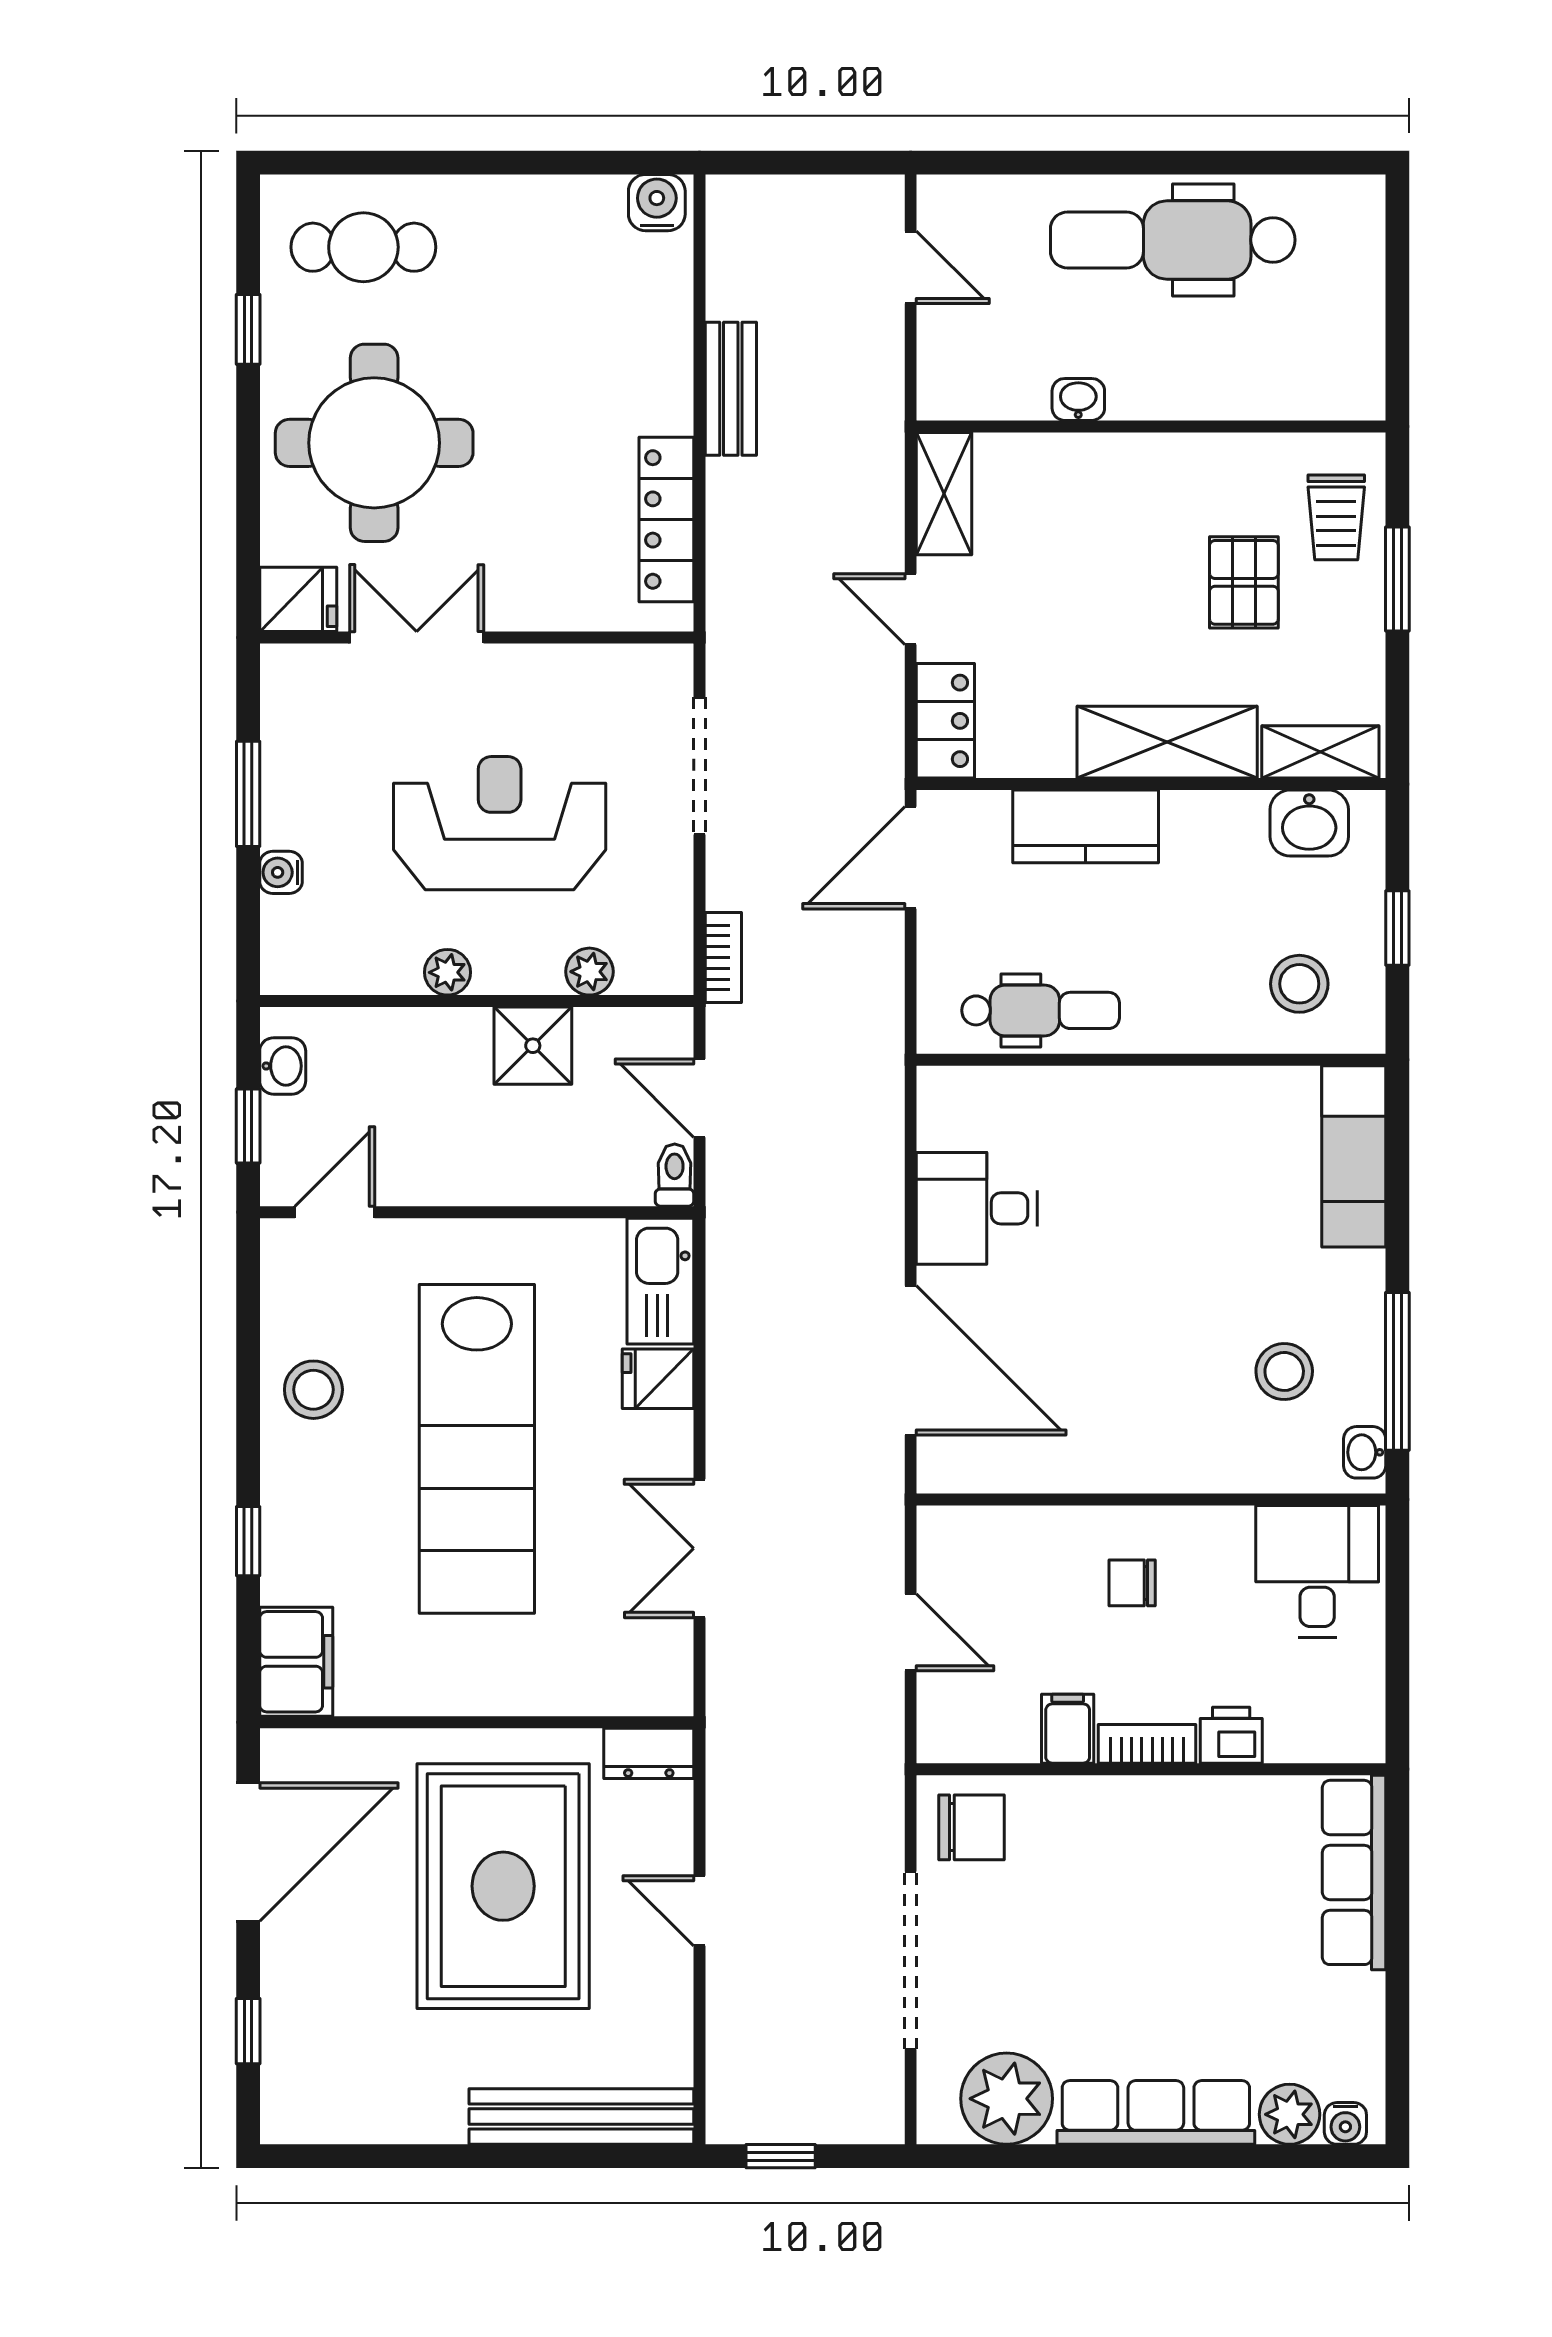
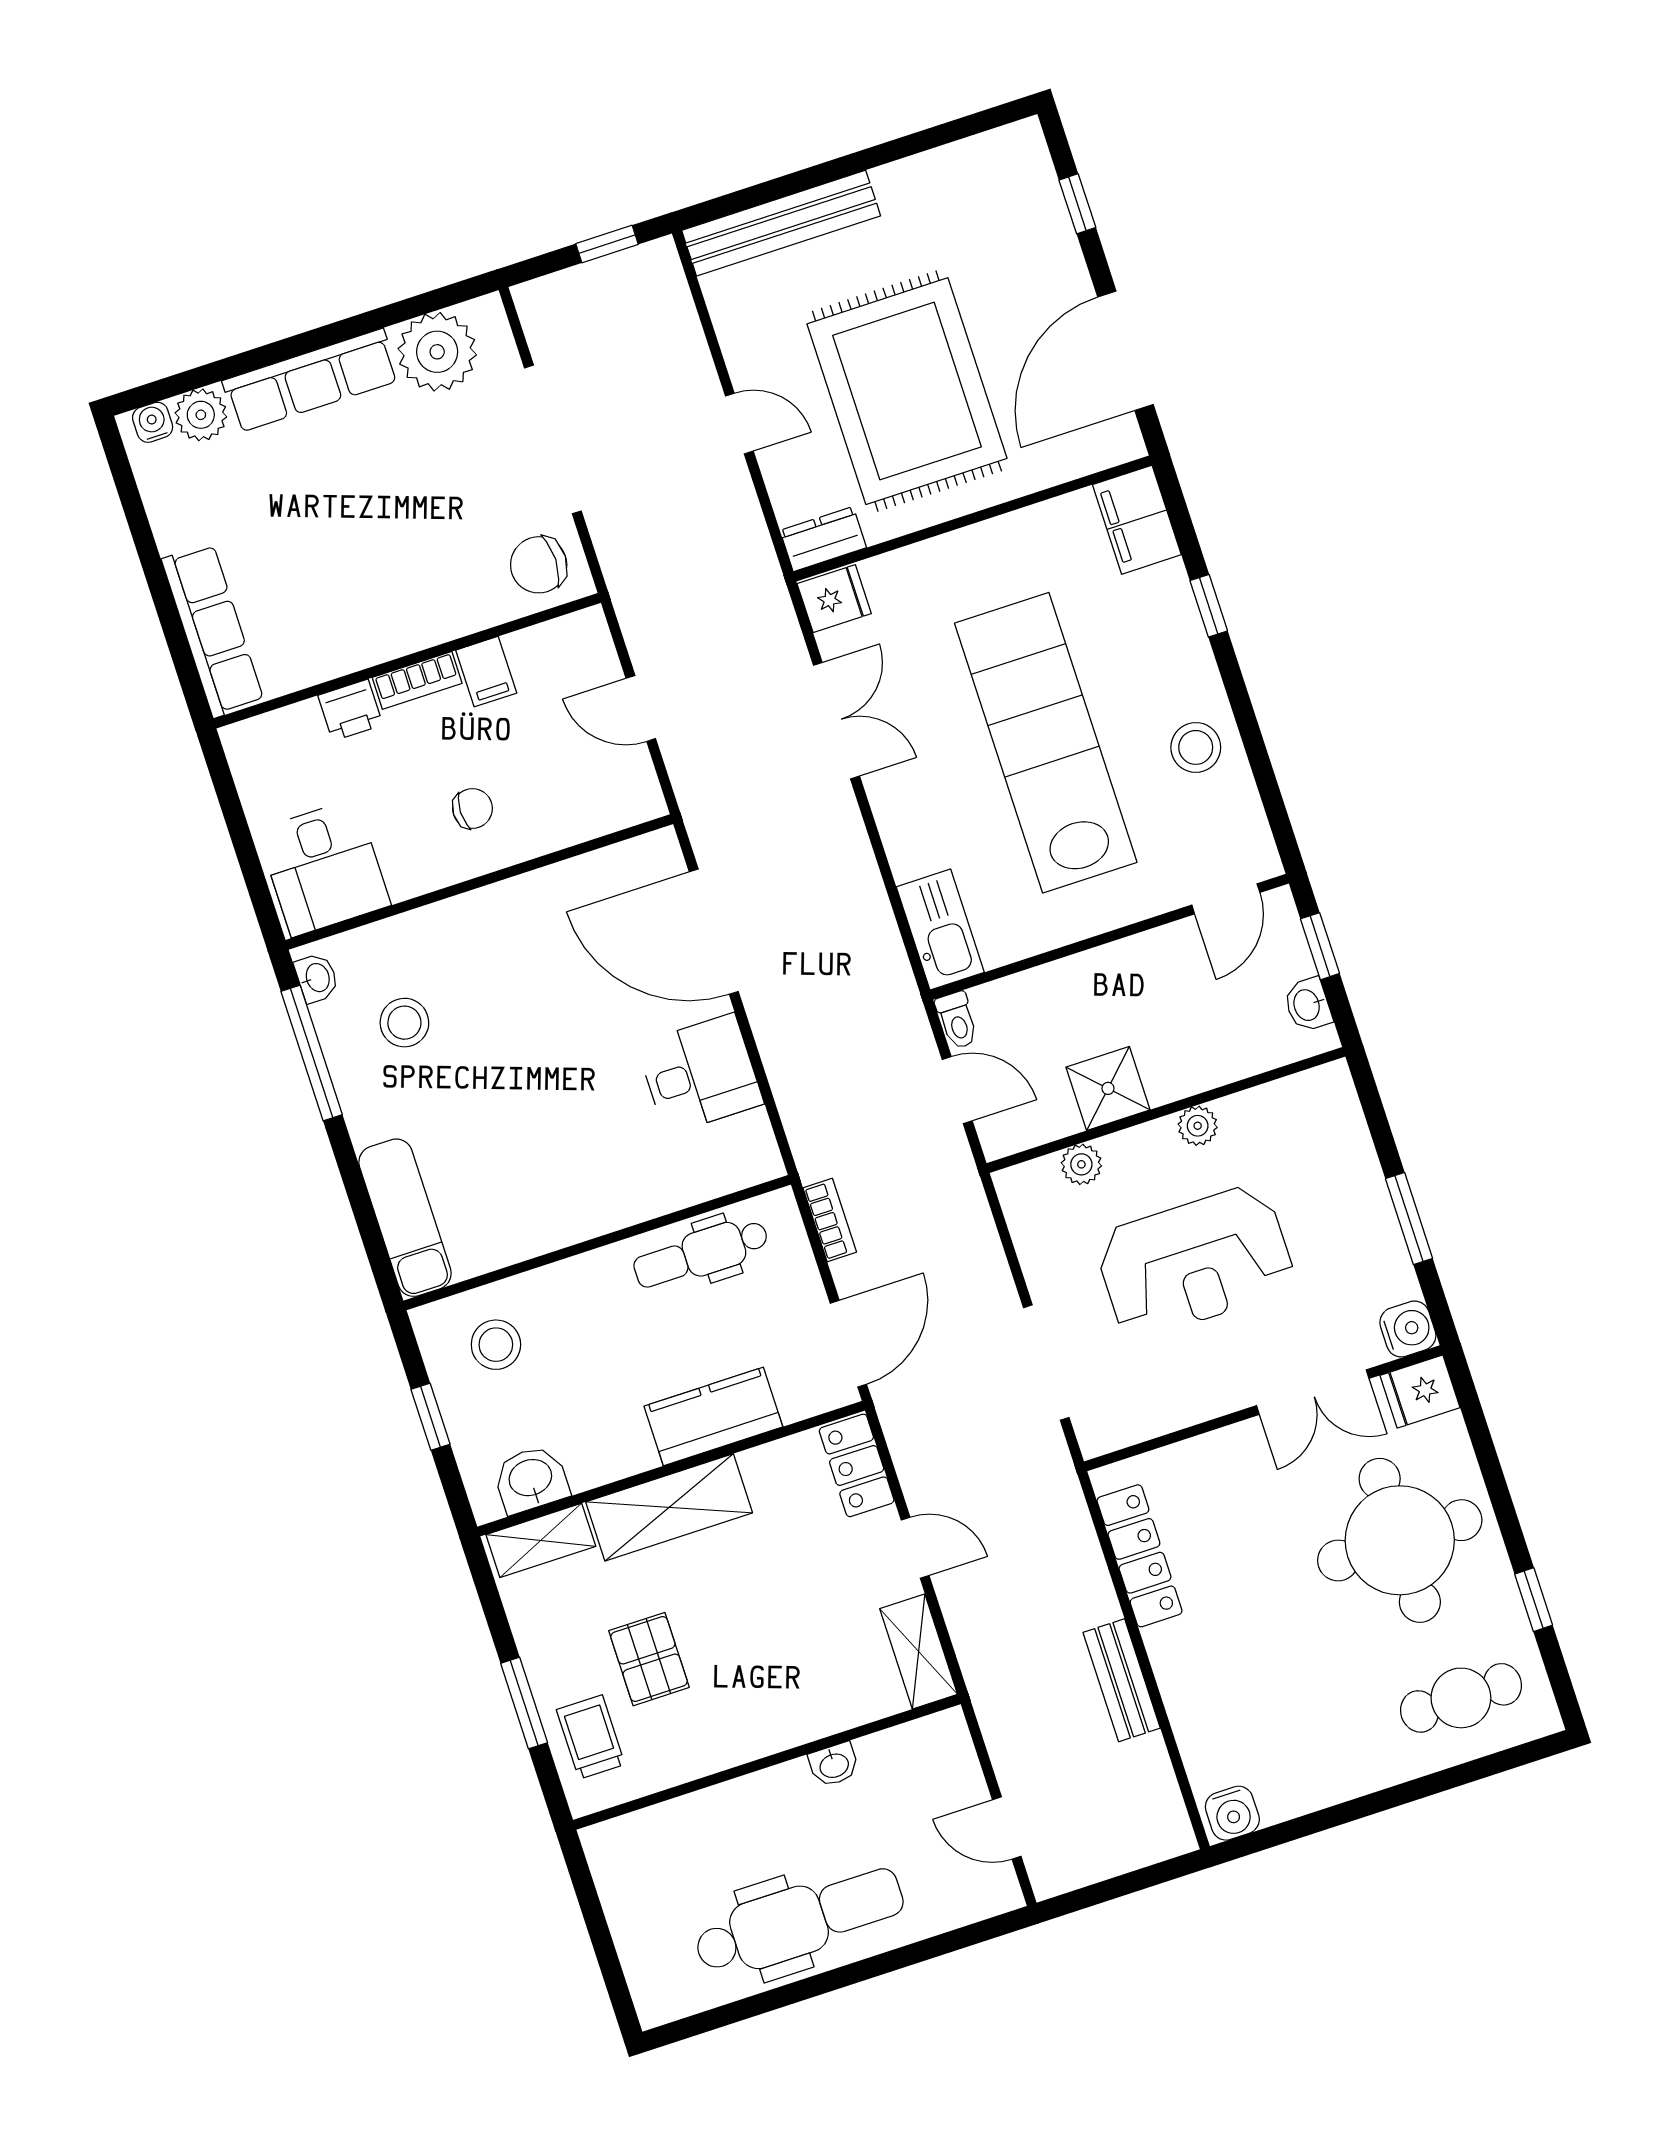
water cooler: (281, 872) -> (1408, 1329), moved, width x1.38, depth x1.38
bookcase: (723, 958) -> (830, 1220), moved, turned 180
fridge: (658, 1379) -> (834, 599), moved

